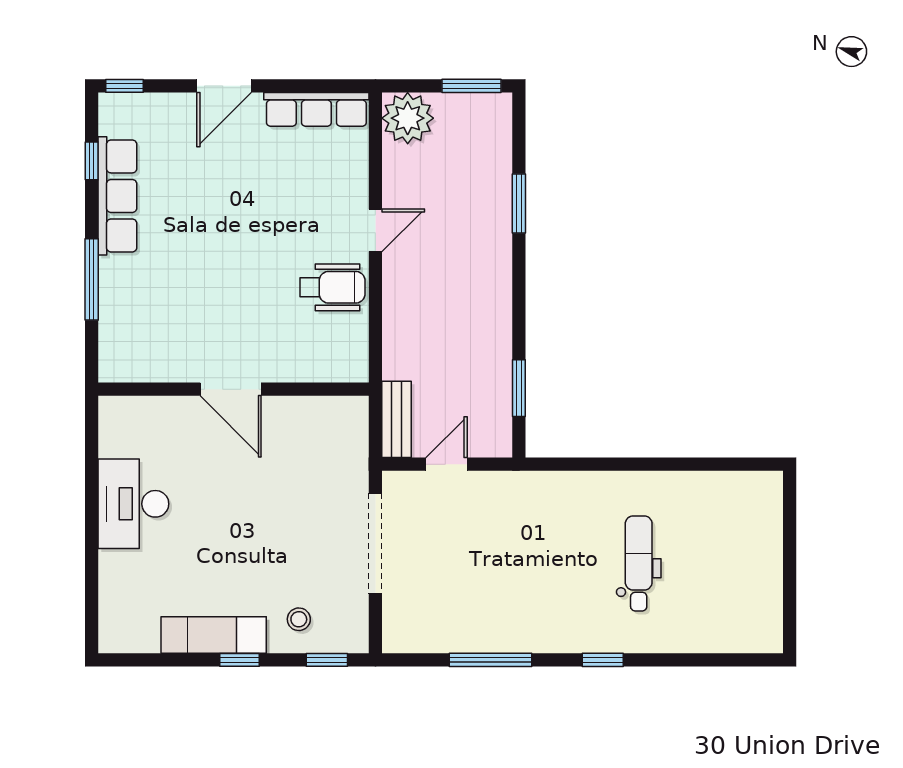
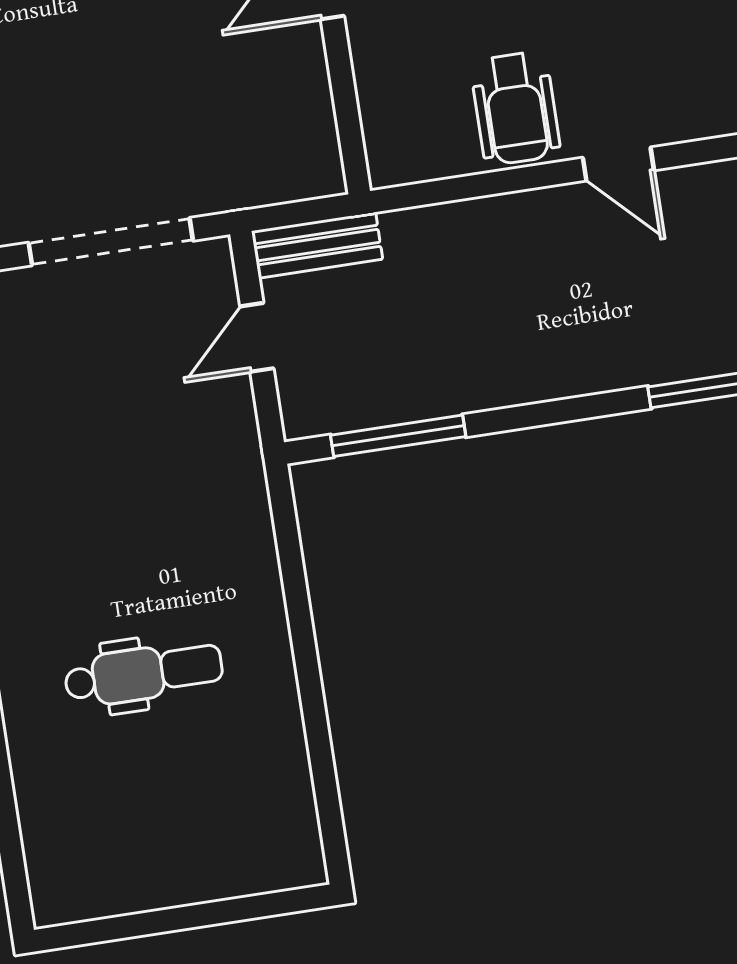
window: (519, 388) -> (398, 436), width x1.44
door: (447, 464) -> (257, 337), swing flipped

